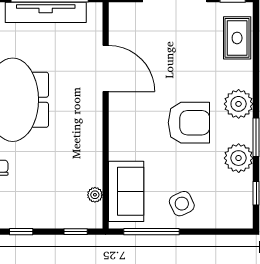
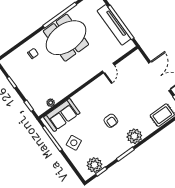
door: (106, 68) -> (108, 68), width x0.53
armchair: (189, 123) -> (111, 121), width x0.53, depth x0.53
plant: (239, 158) -> (94, 165), moved

